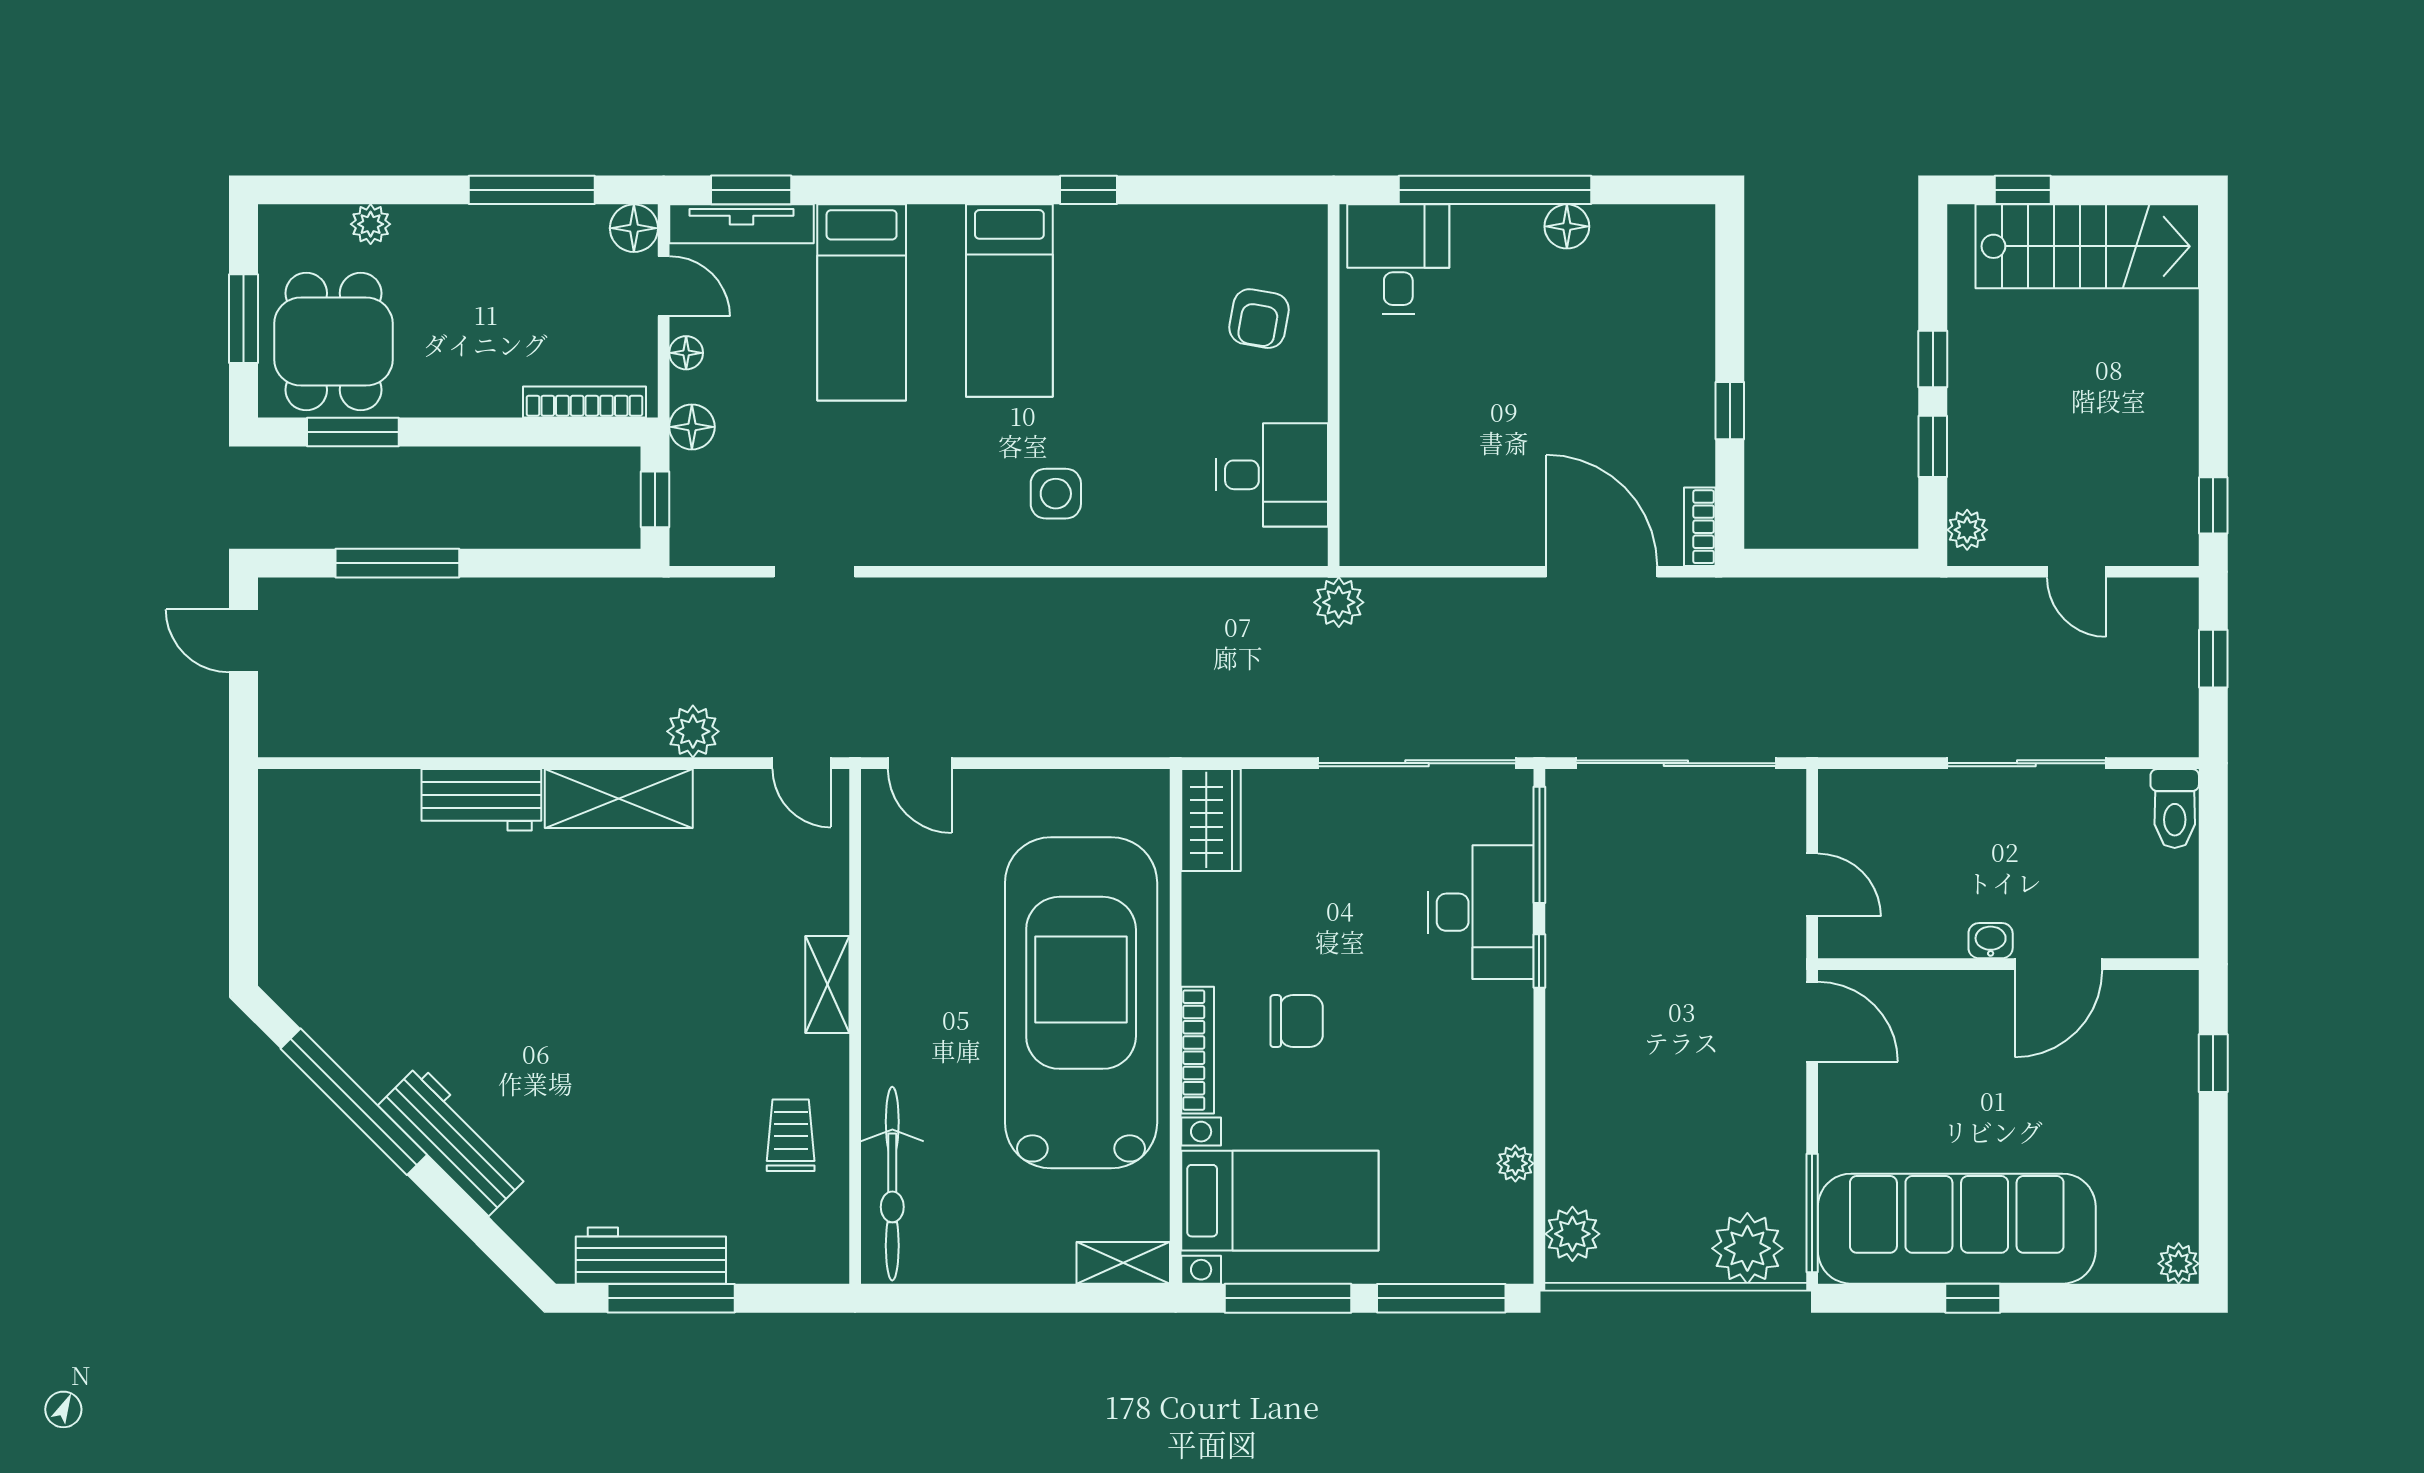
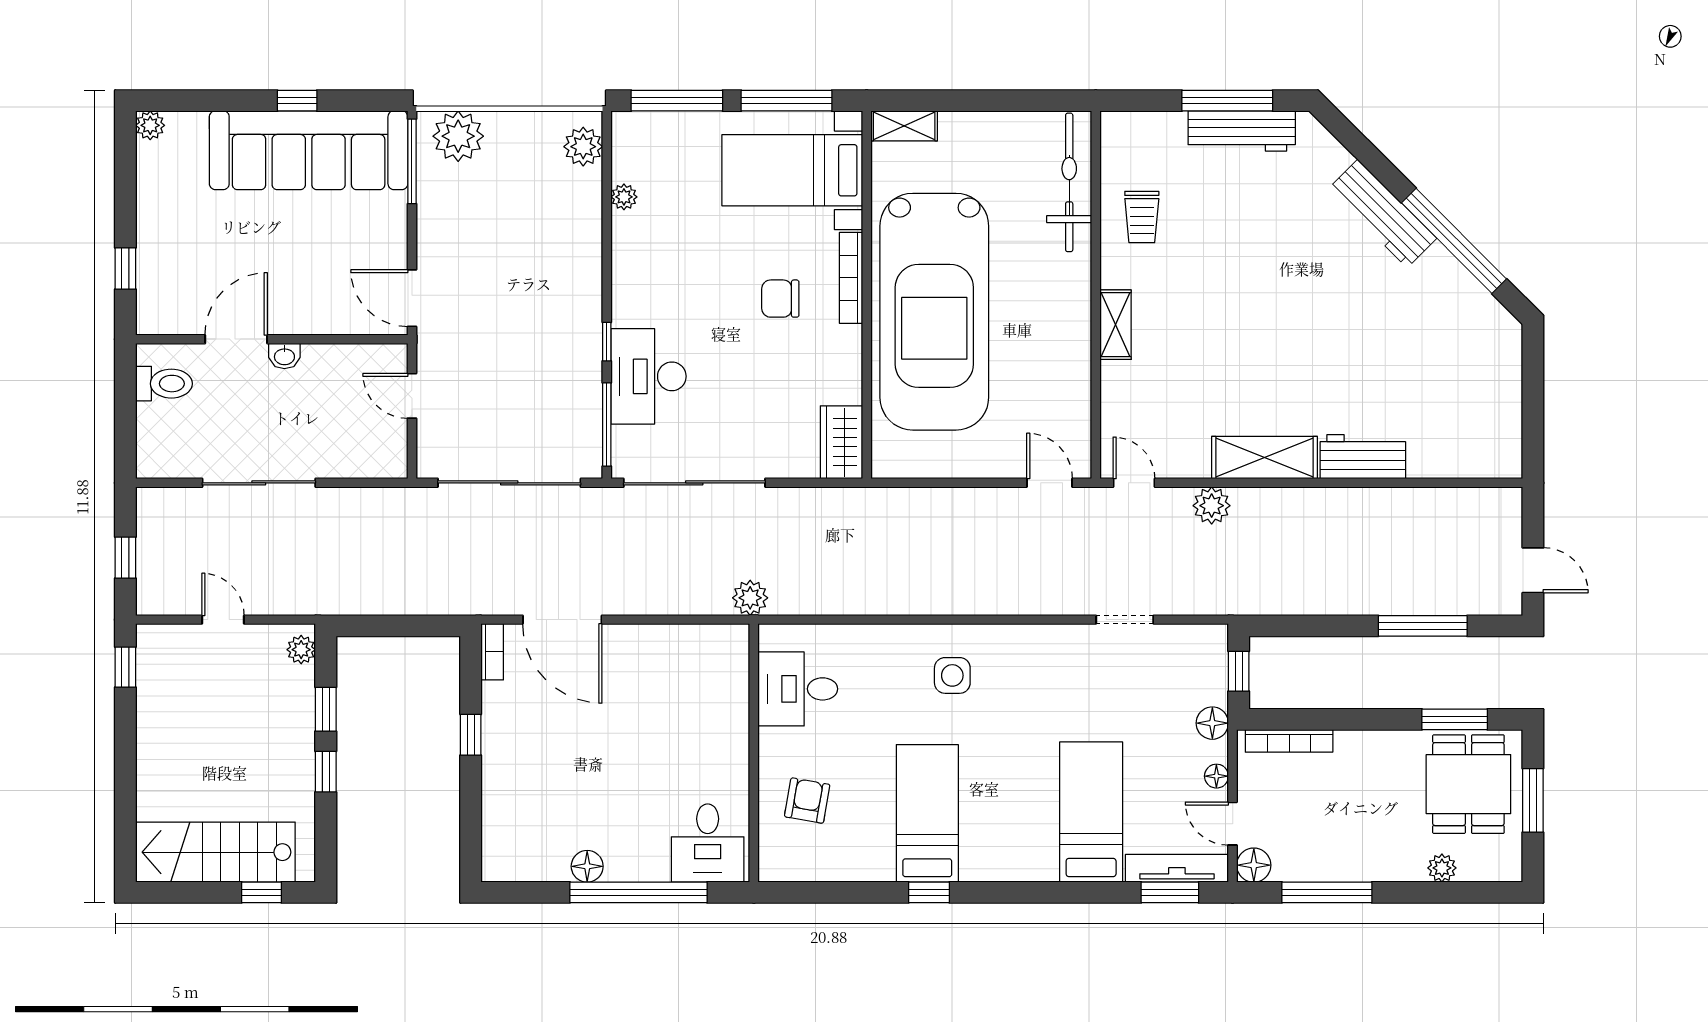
bed: (1009, 301) -> (927, 813), moved
toilet: (2175, 809) -> (164, 384), moved, turned 90

